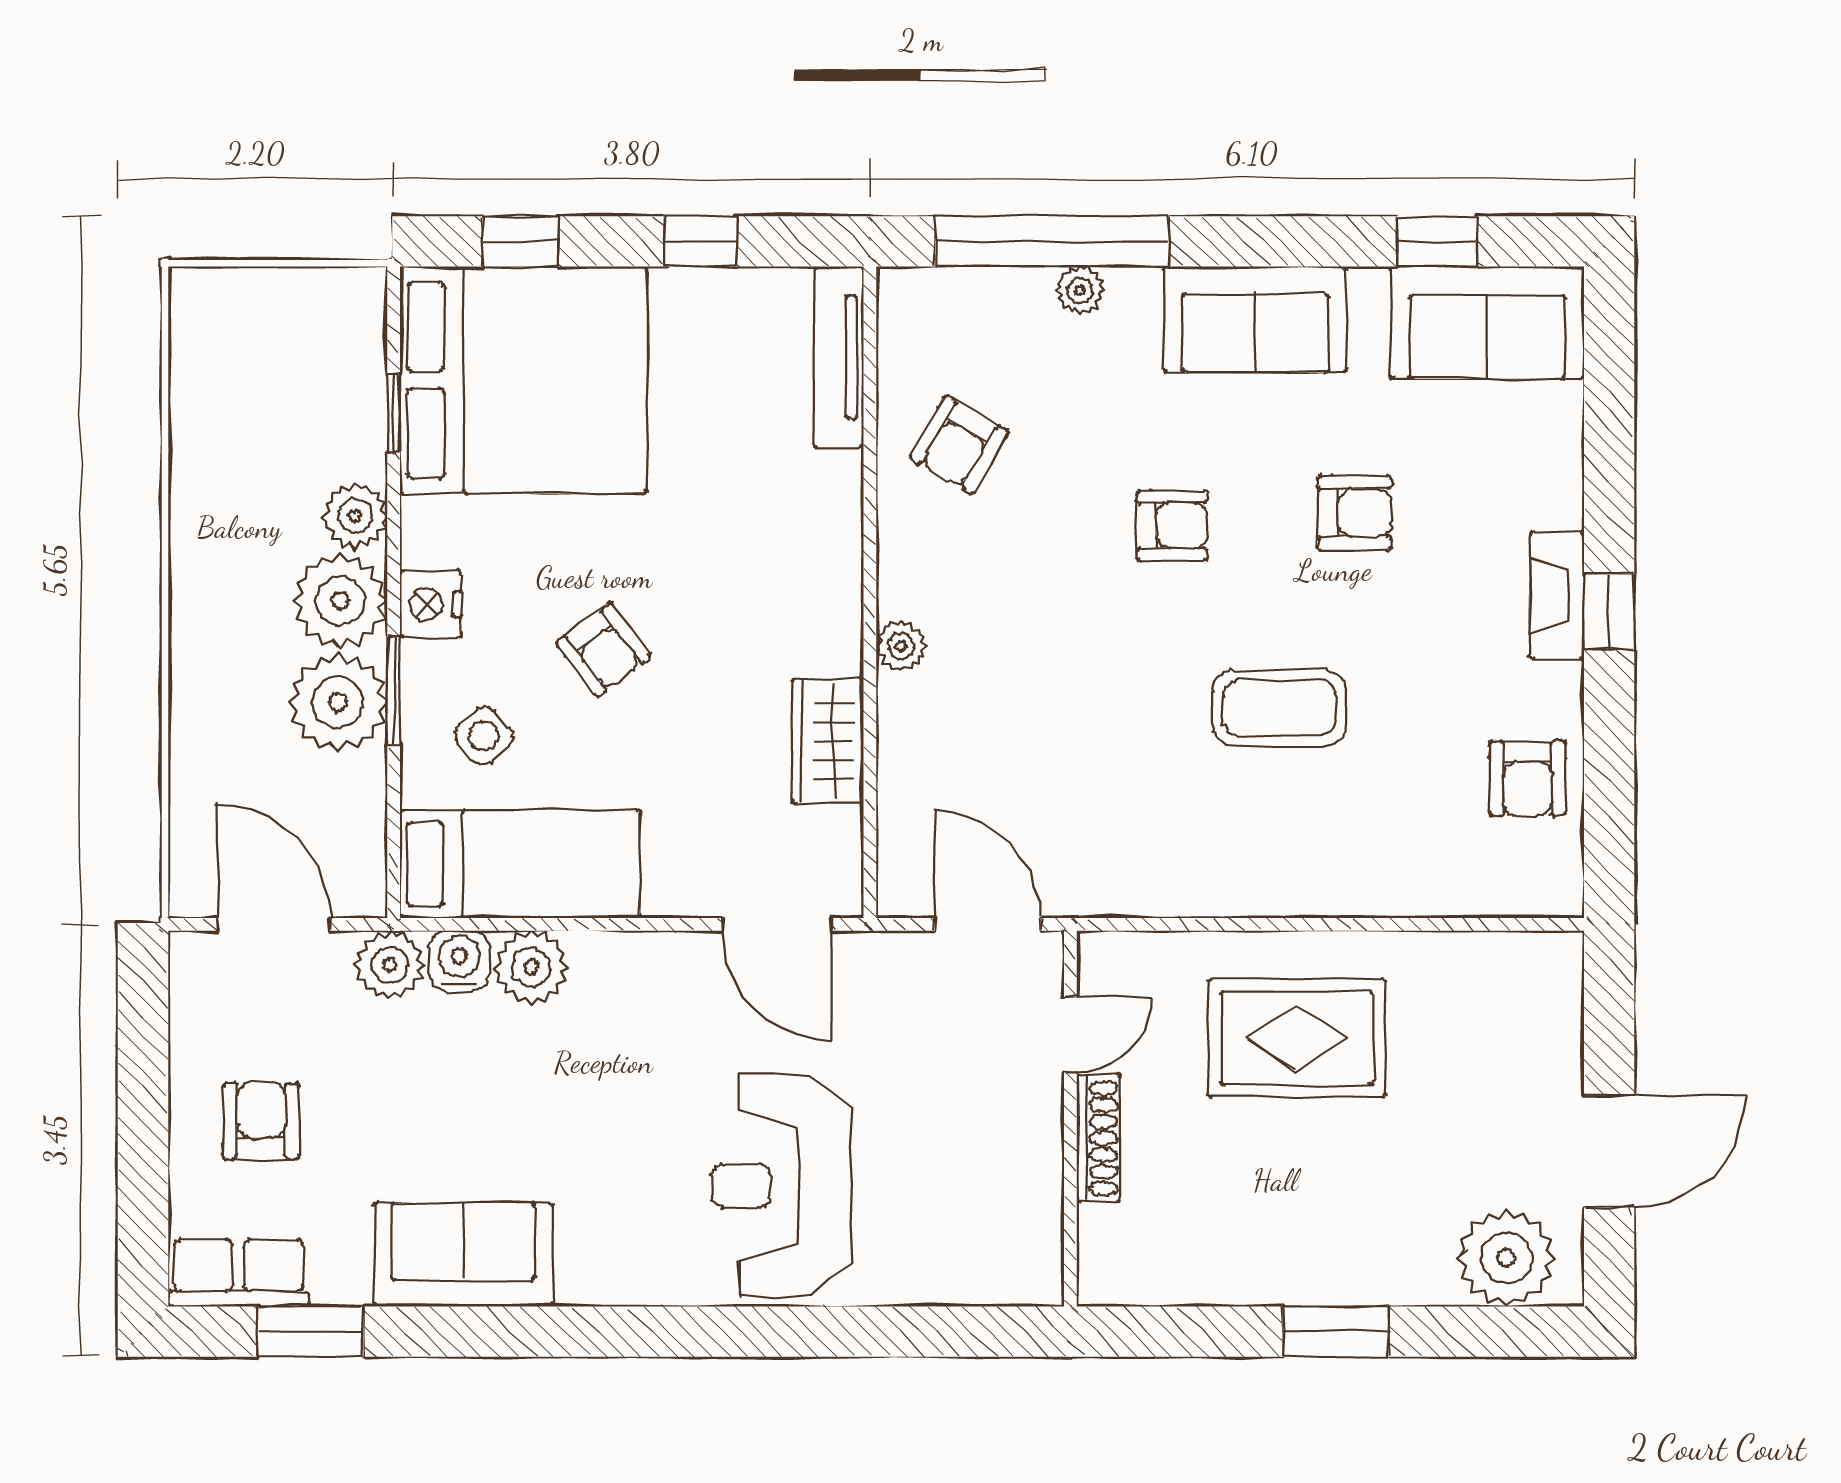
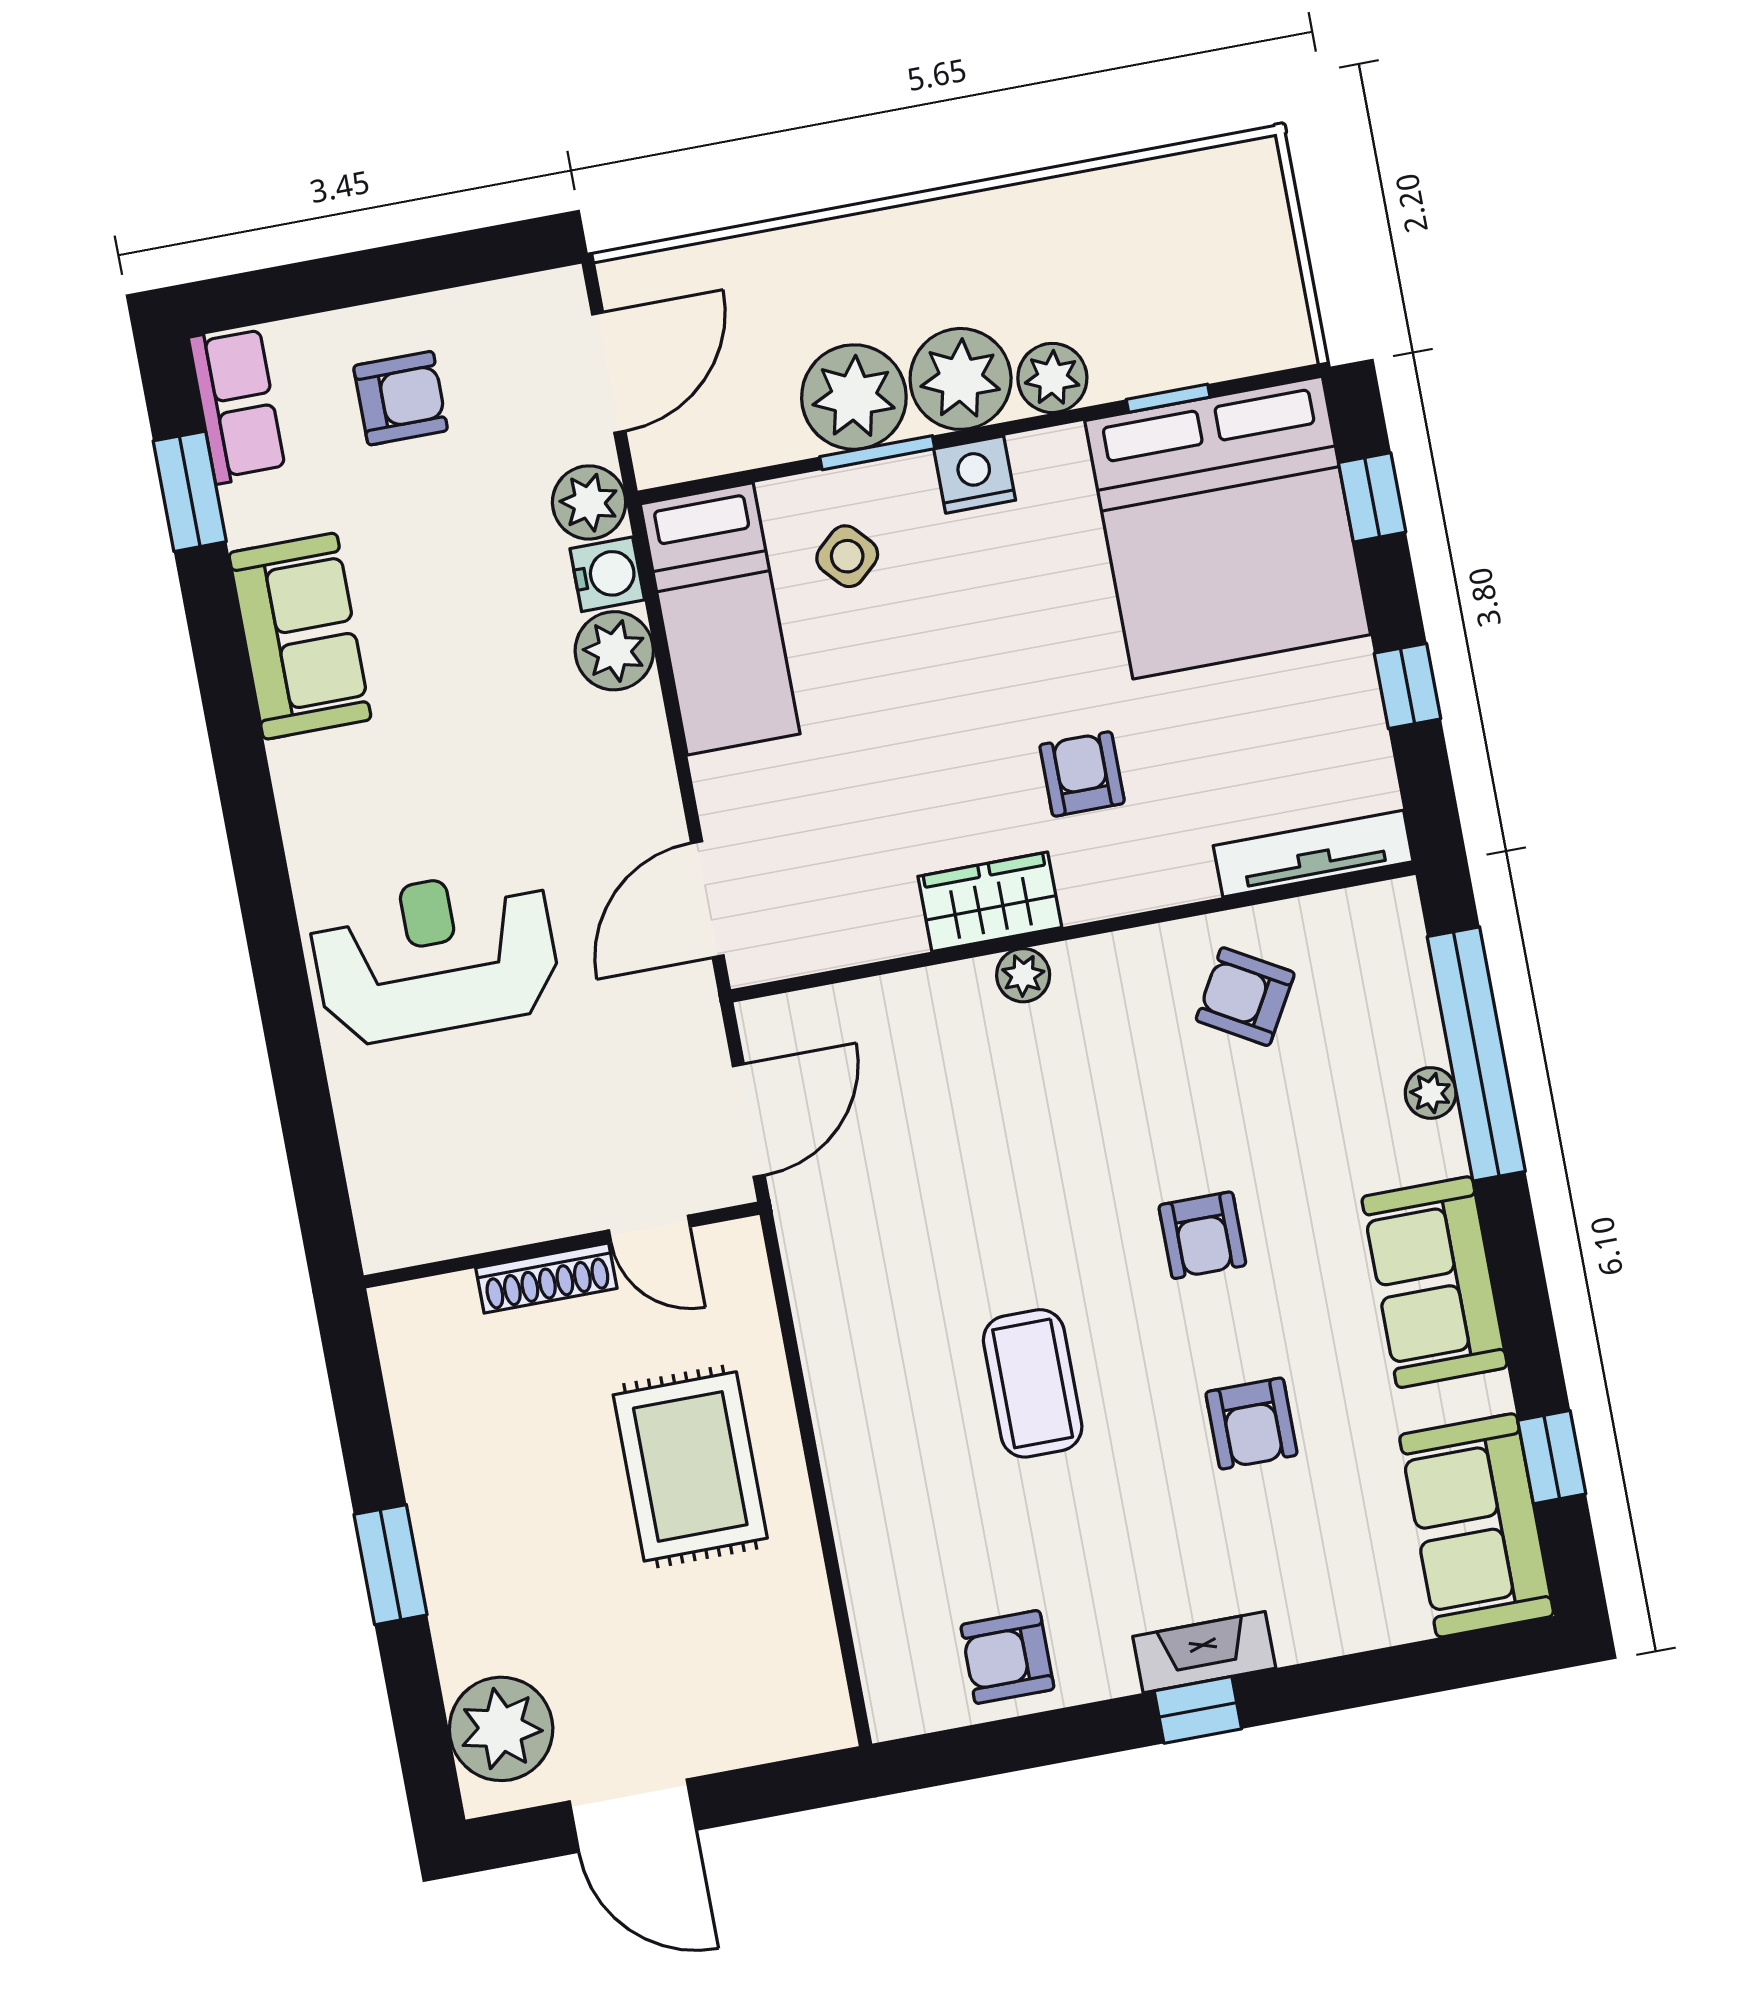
armchair: (603, 650) -> (1082, 774), moved, turned 127
wardrobe: (828, 741) -> (990, 902), moved

